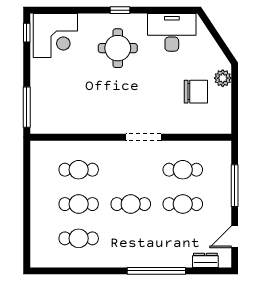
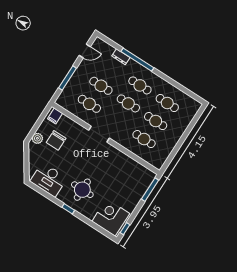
chair: (196, 92) -> (56, 140), turned -90
filing cabinet: (218, 123) -> (55, 116), added
cafe table: (131, 238) -> (140, 85), added
dresser: (205, 260) -> (121, 57), moved

